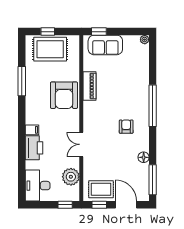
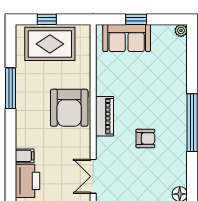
window: (99, 32) -> (136, 19), moved
piano: (89, 86) -> (104, 116), moved
armchair: (126, 127) -> (145, 138), moved, turned 90

